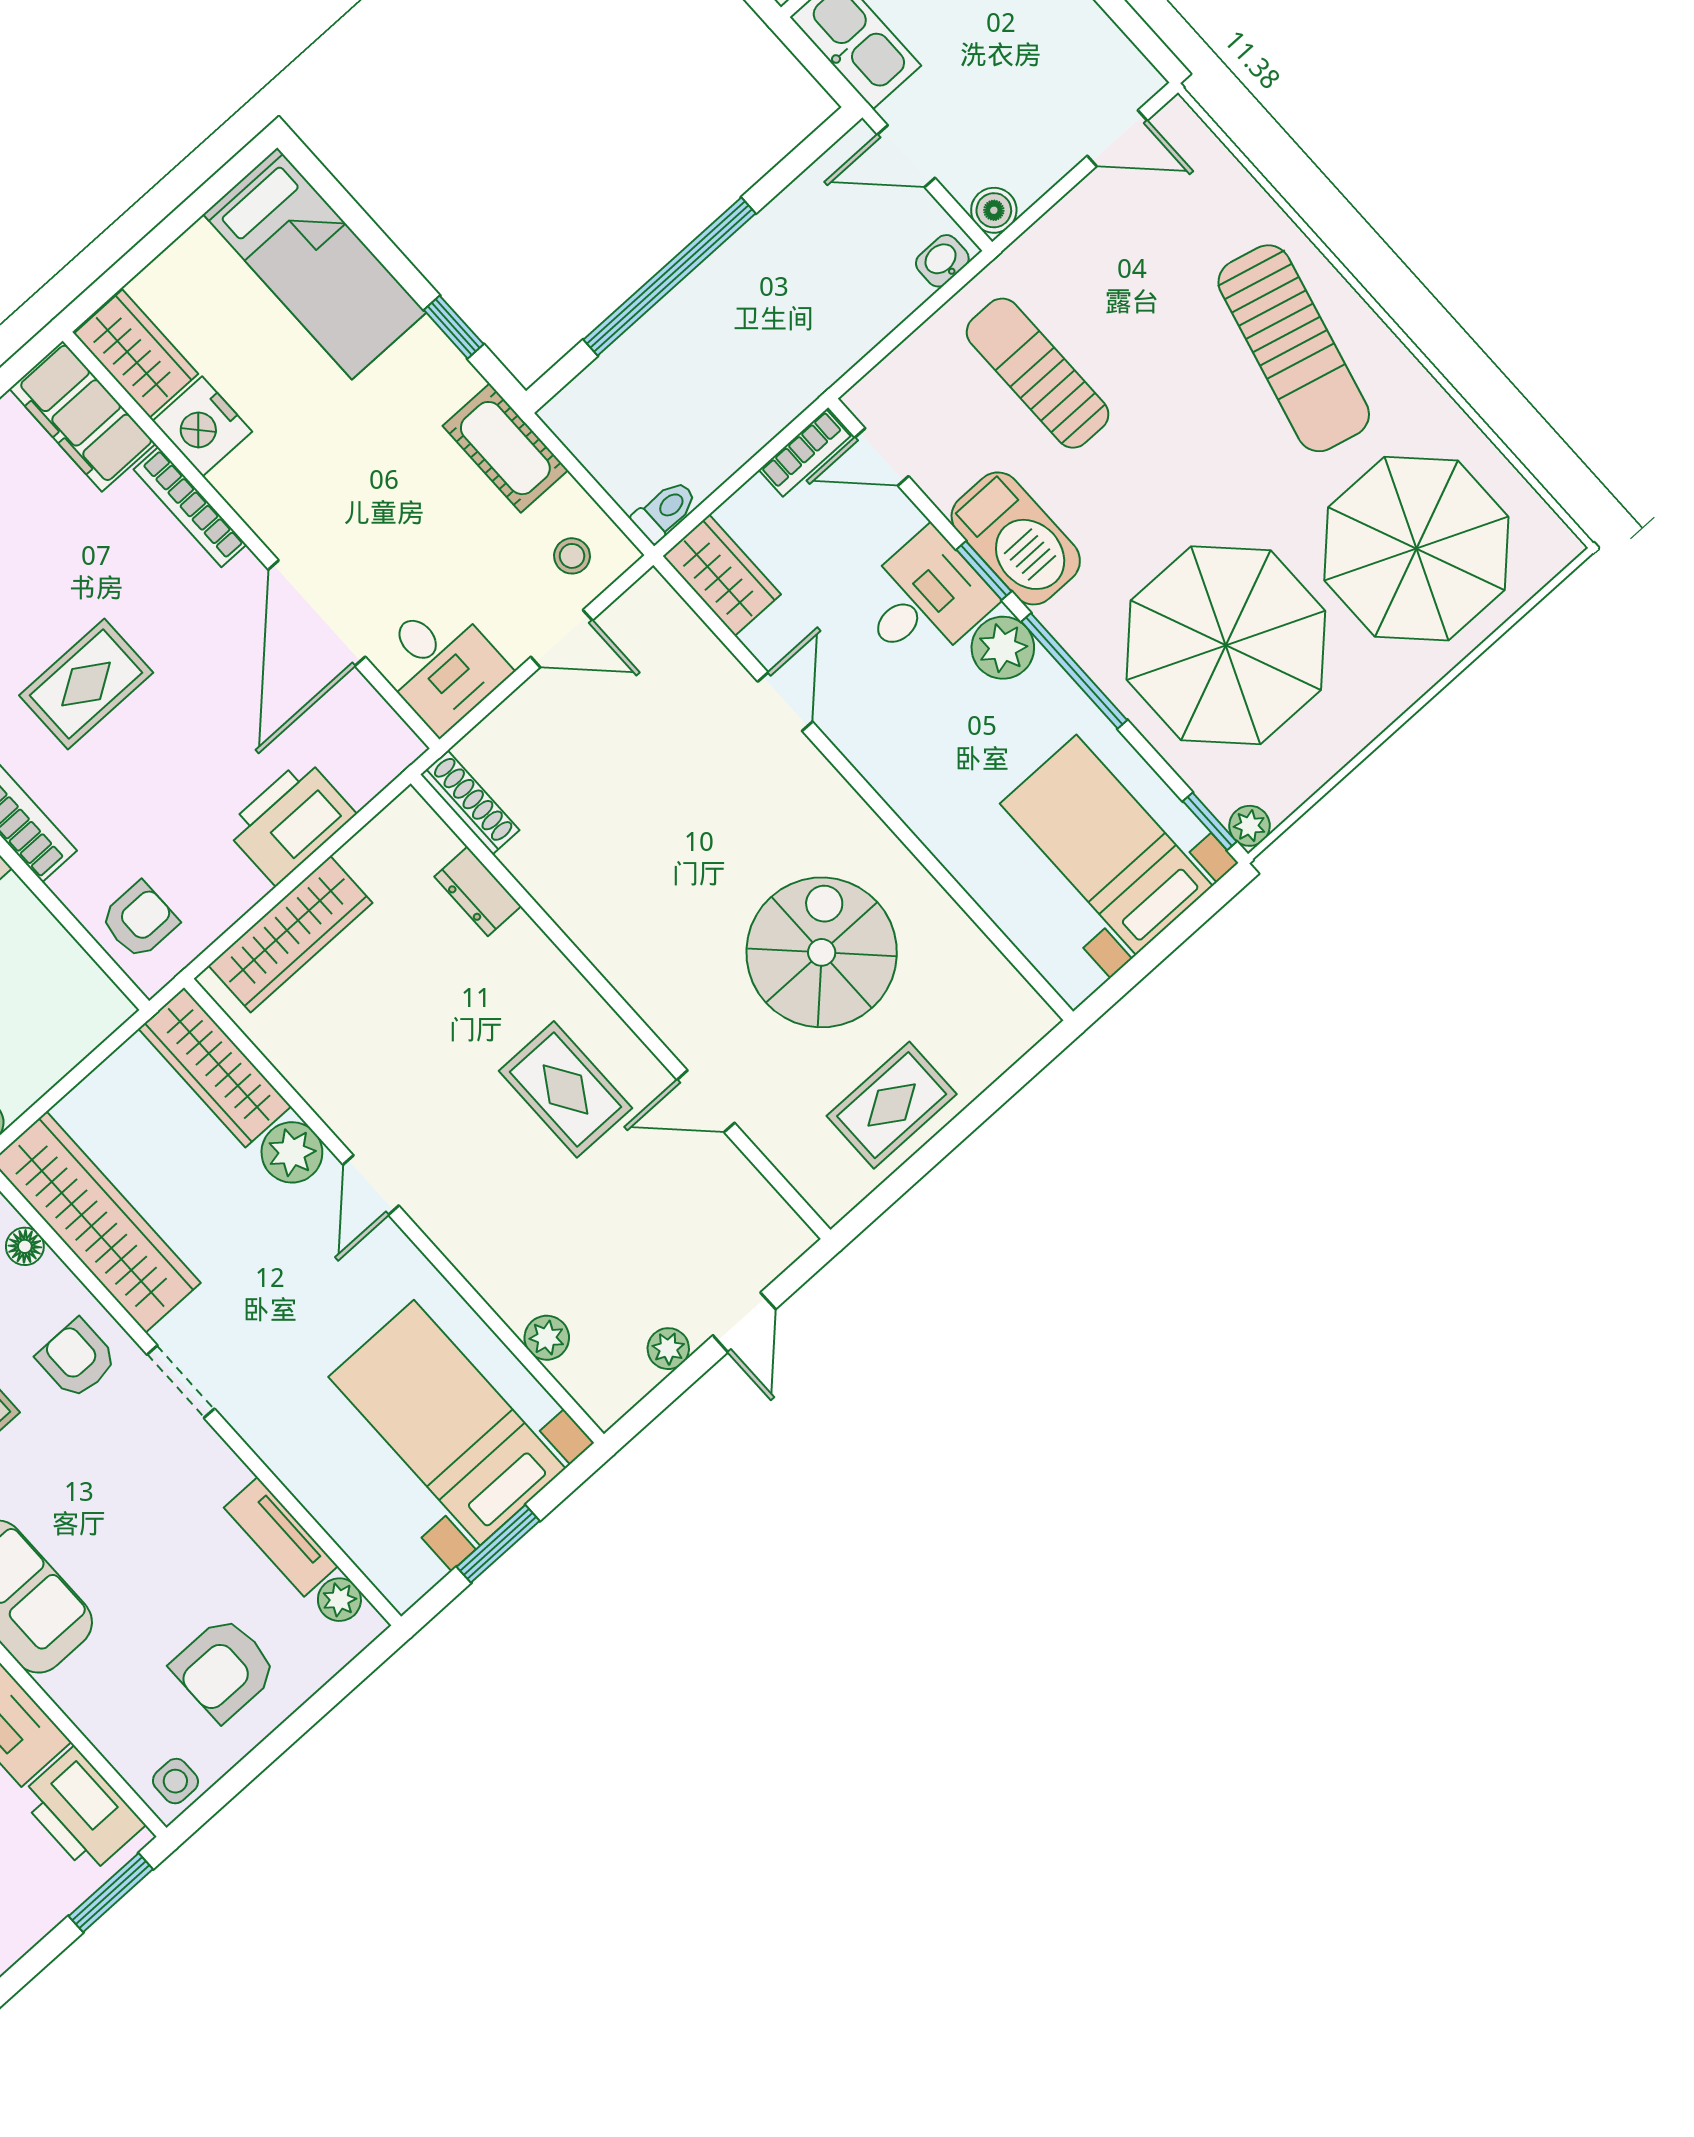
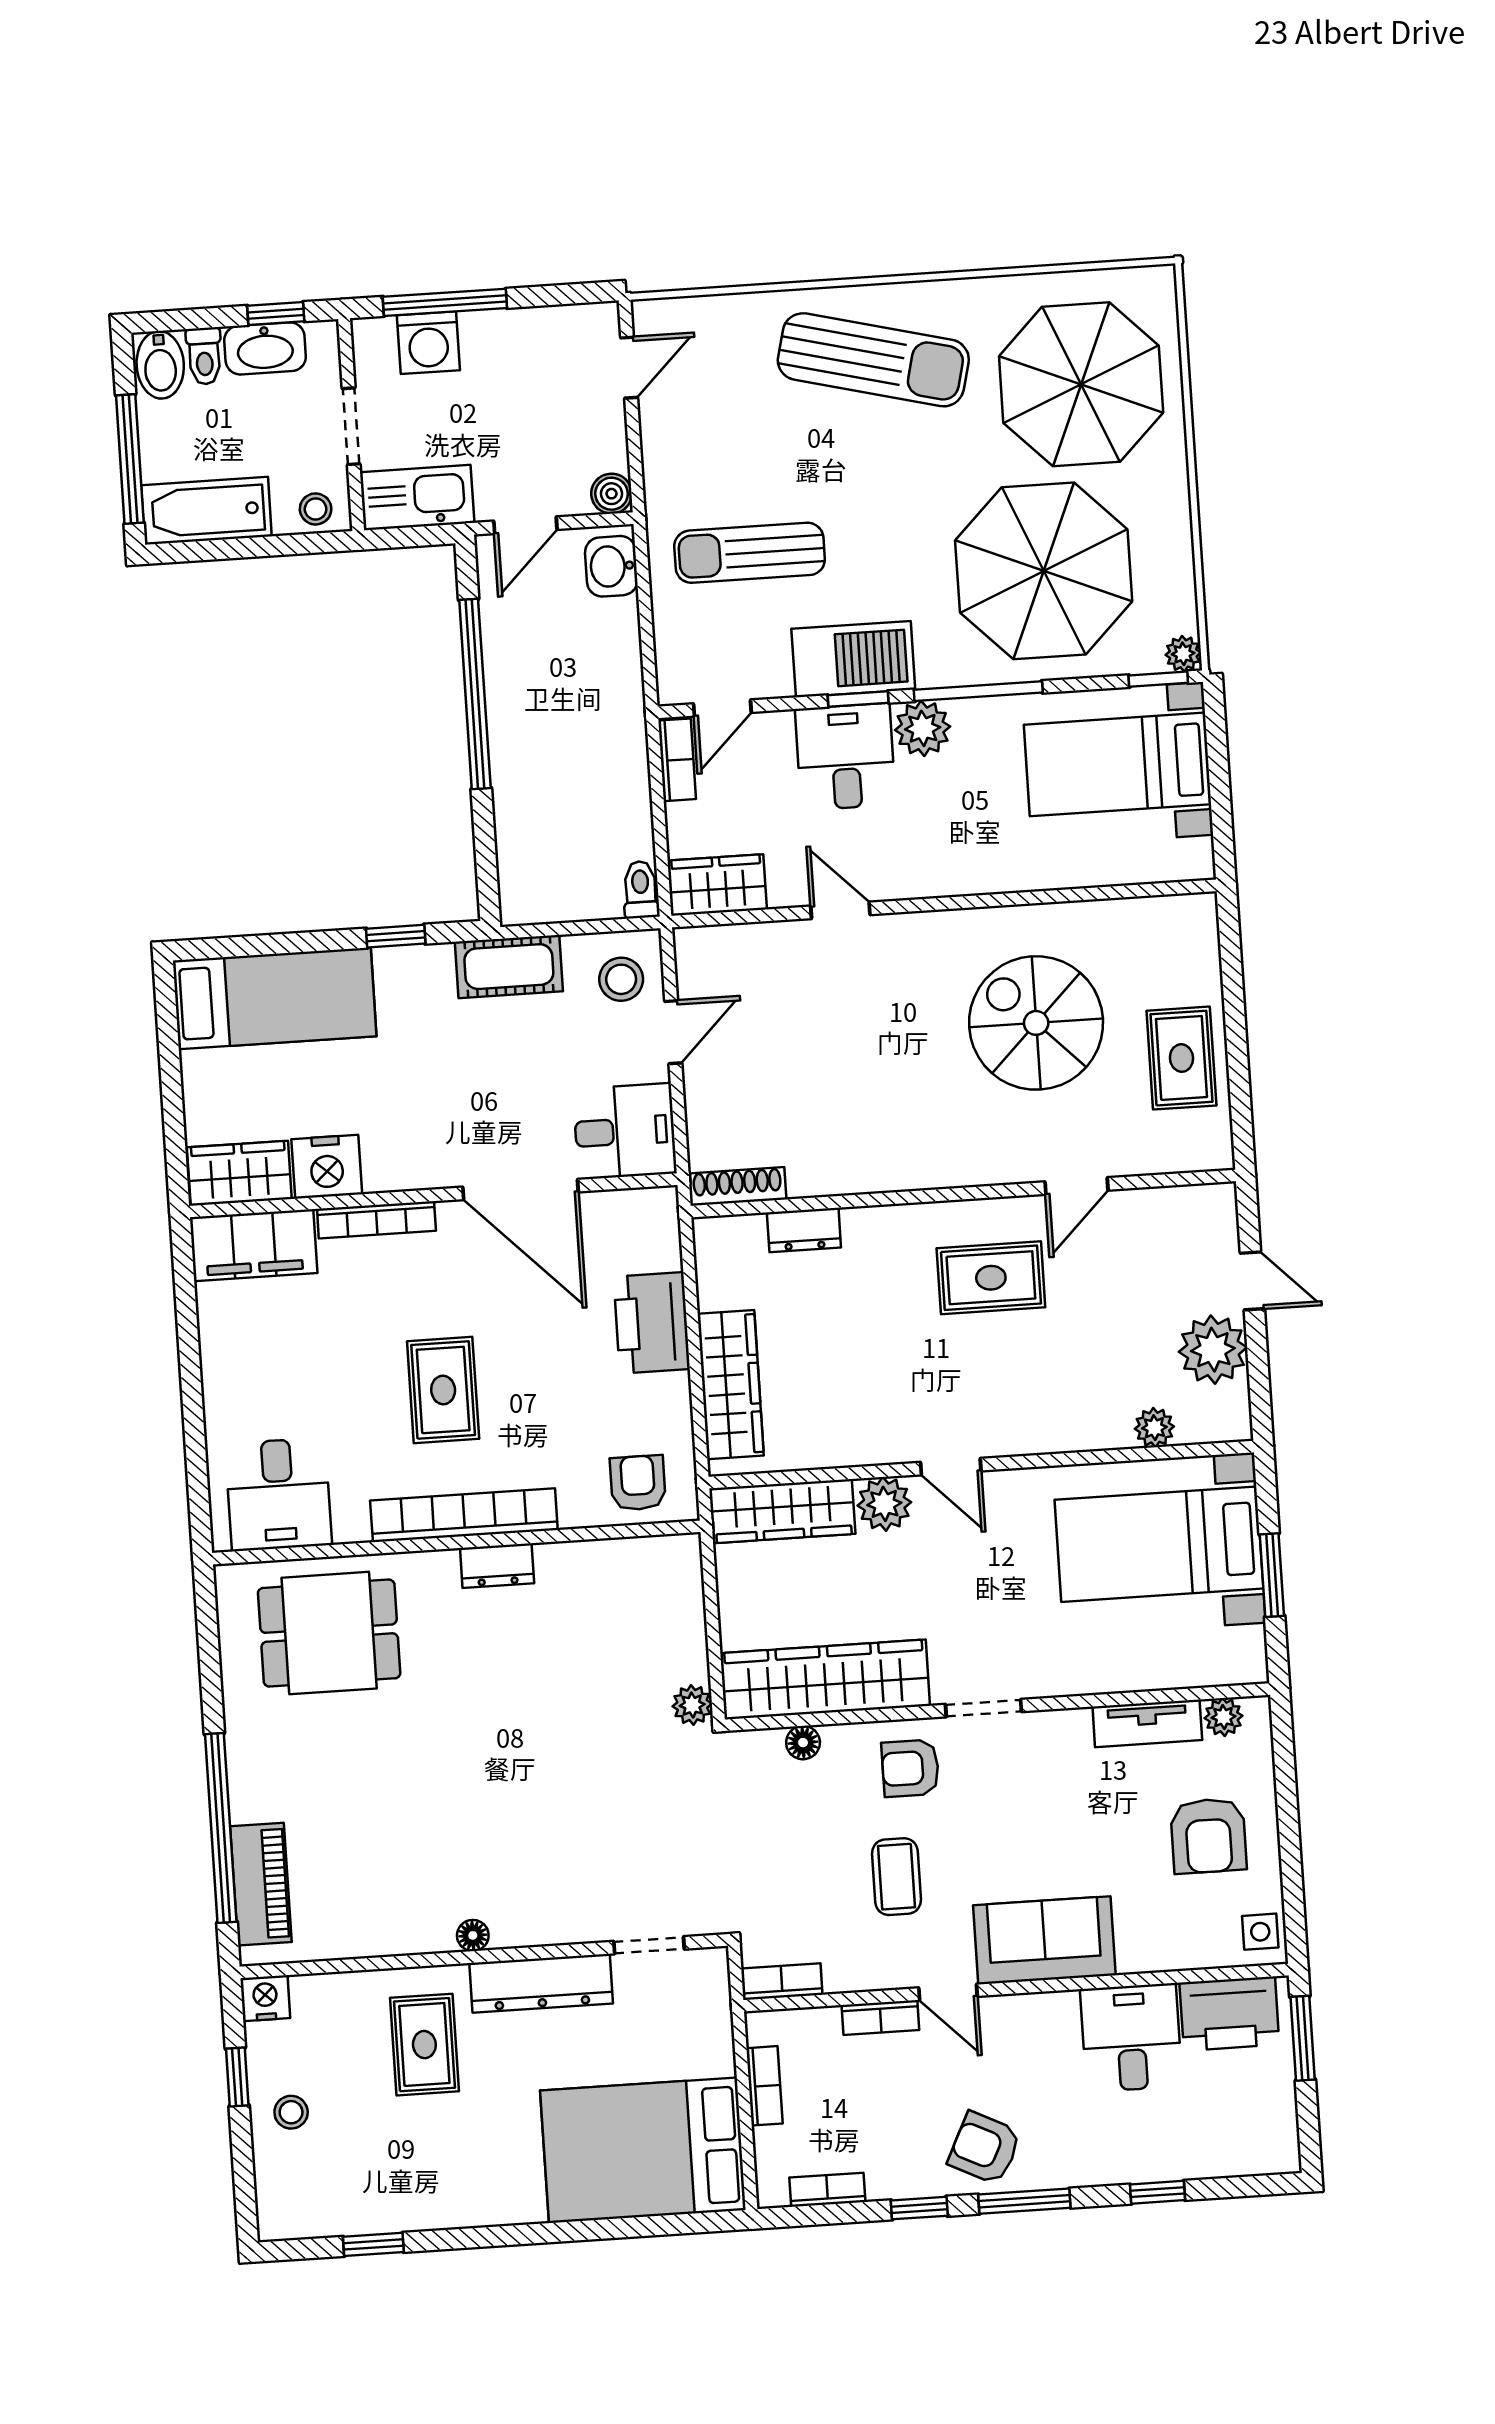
washbasin: (942, 261) -> (611, 566), width x1.38, depth x1.45
window: (669, 277) -> (475, 694), moved
stool: (572, 556) -> (621, 979), width x1.37, depth x1.37
plant: (668, 1349) -> (1213, 1350), width x1.87, depth x1.87

